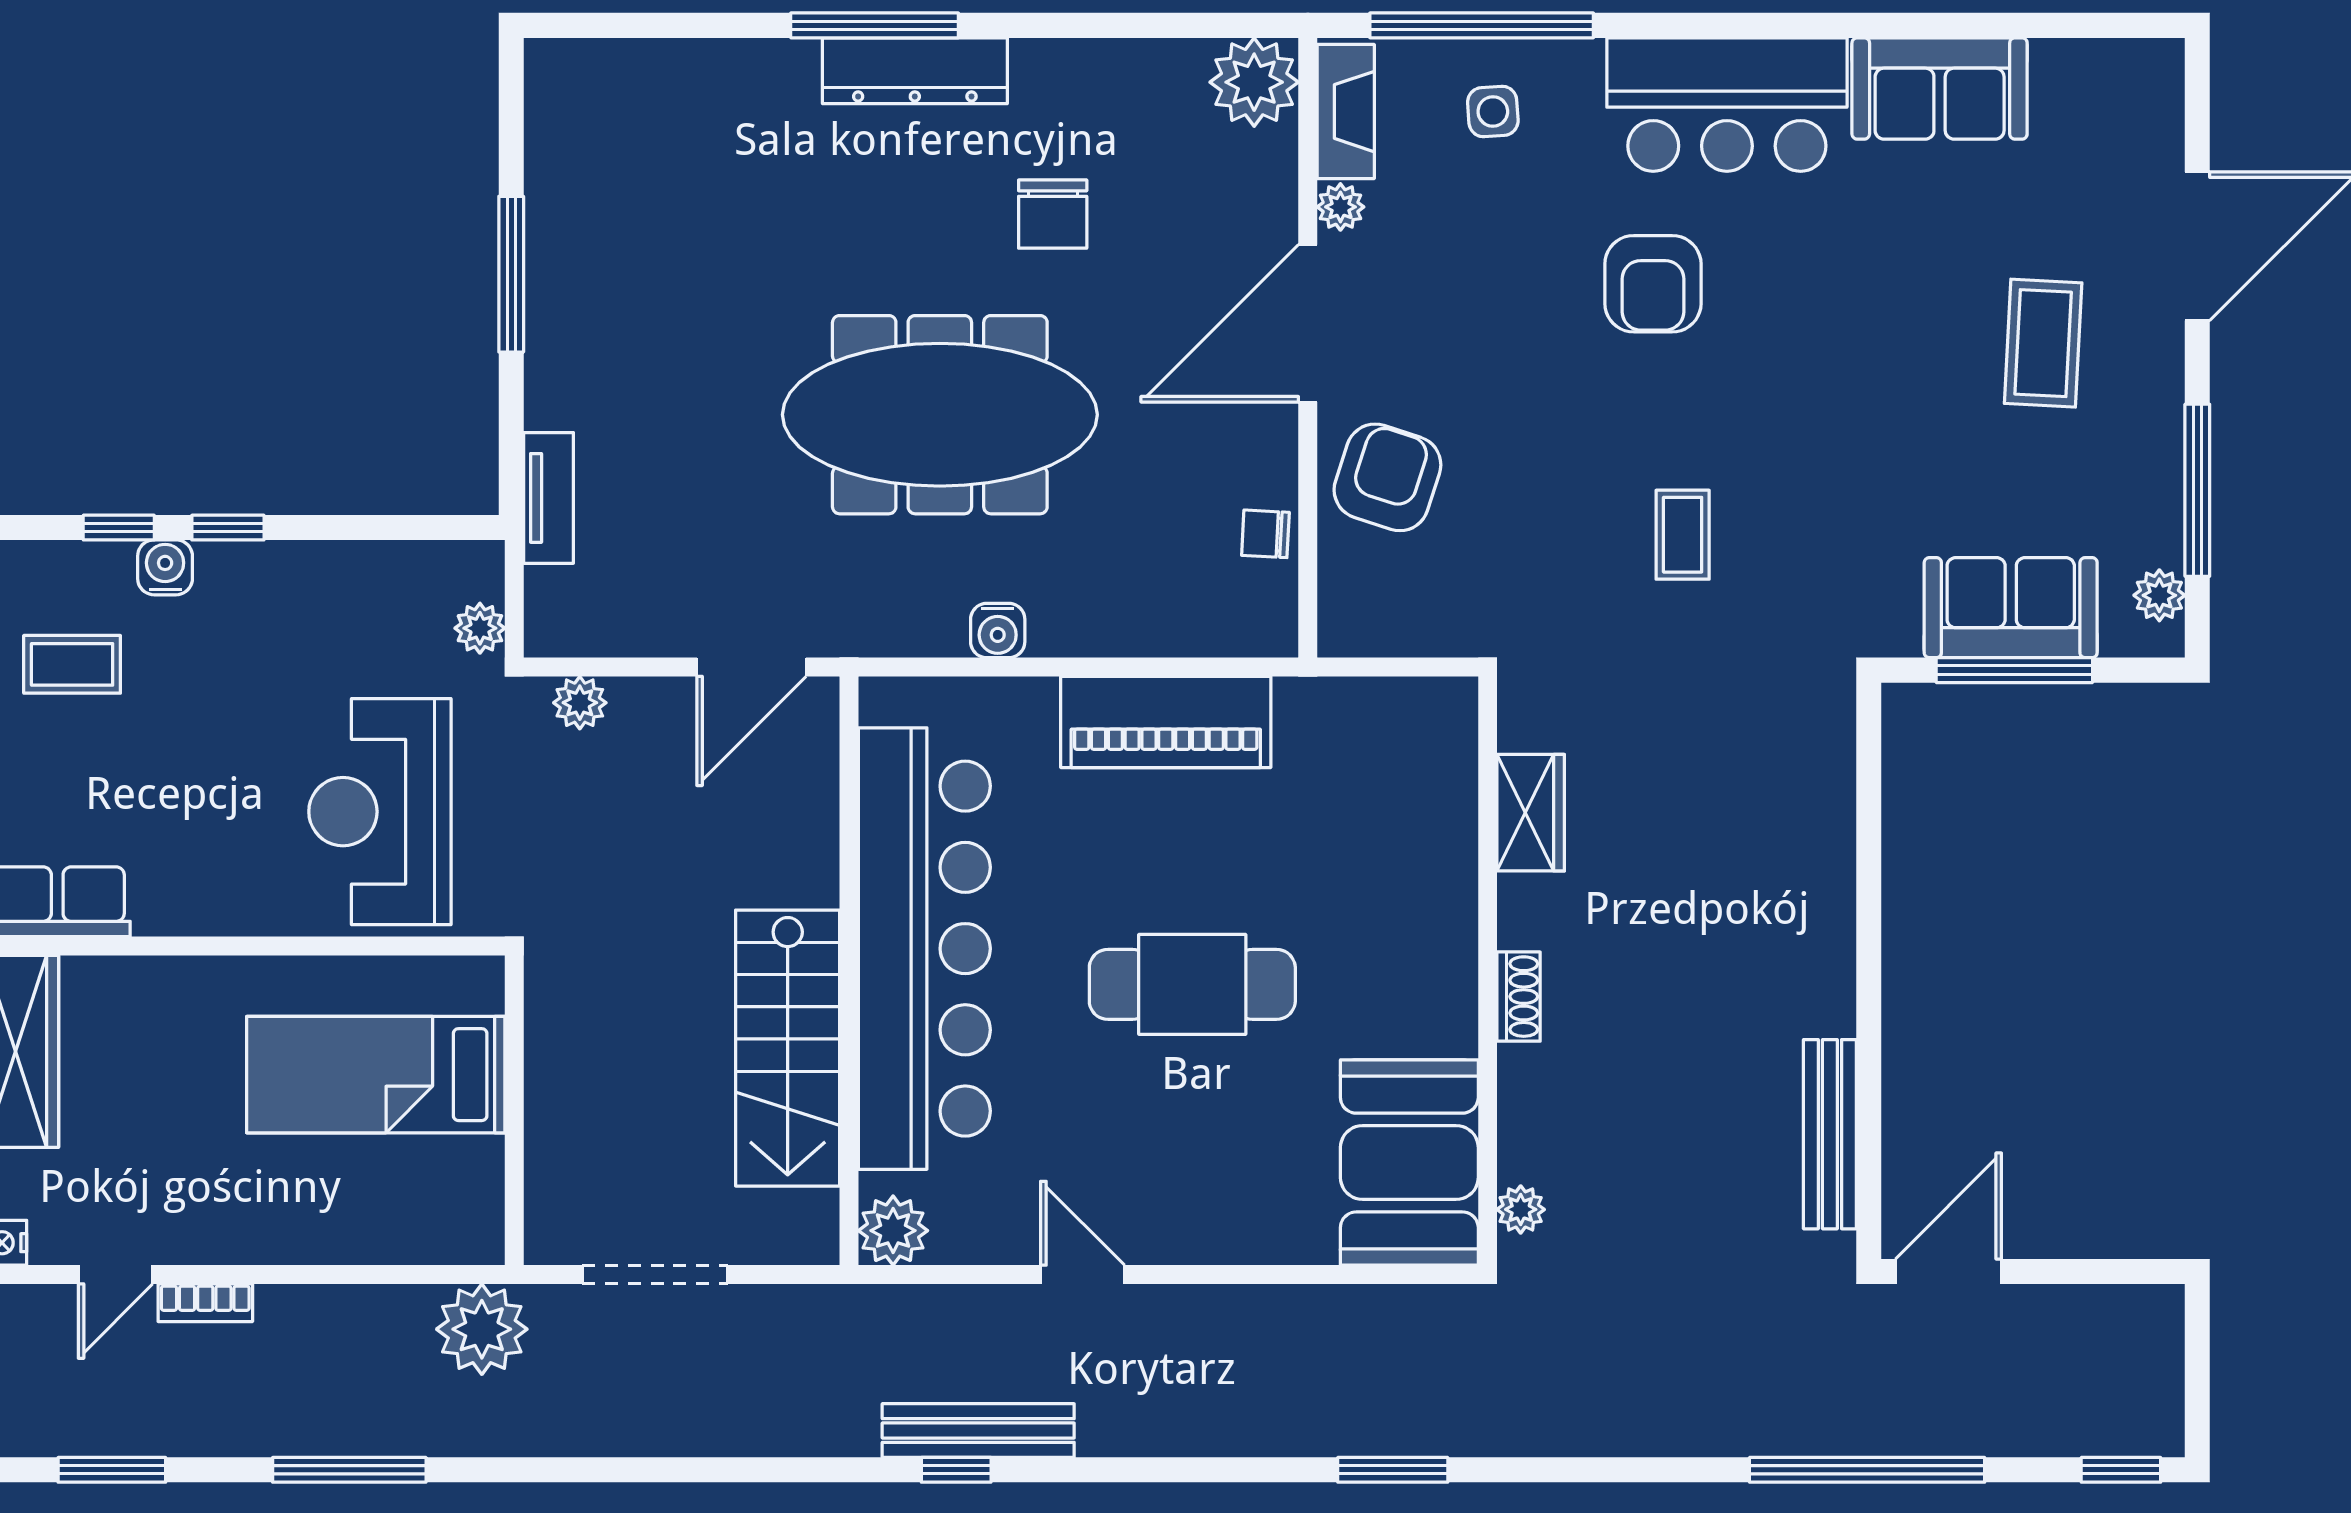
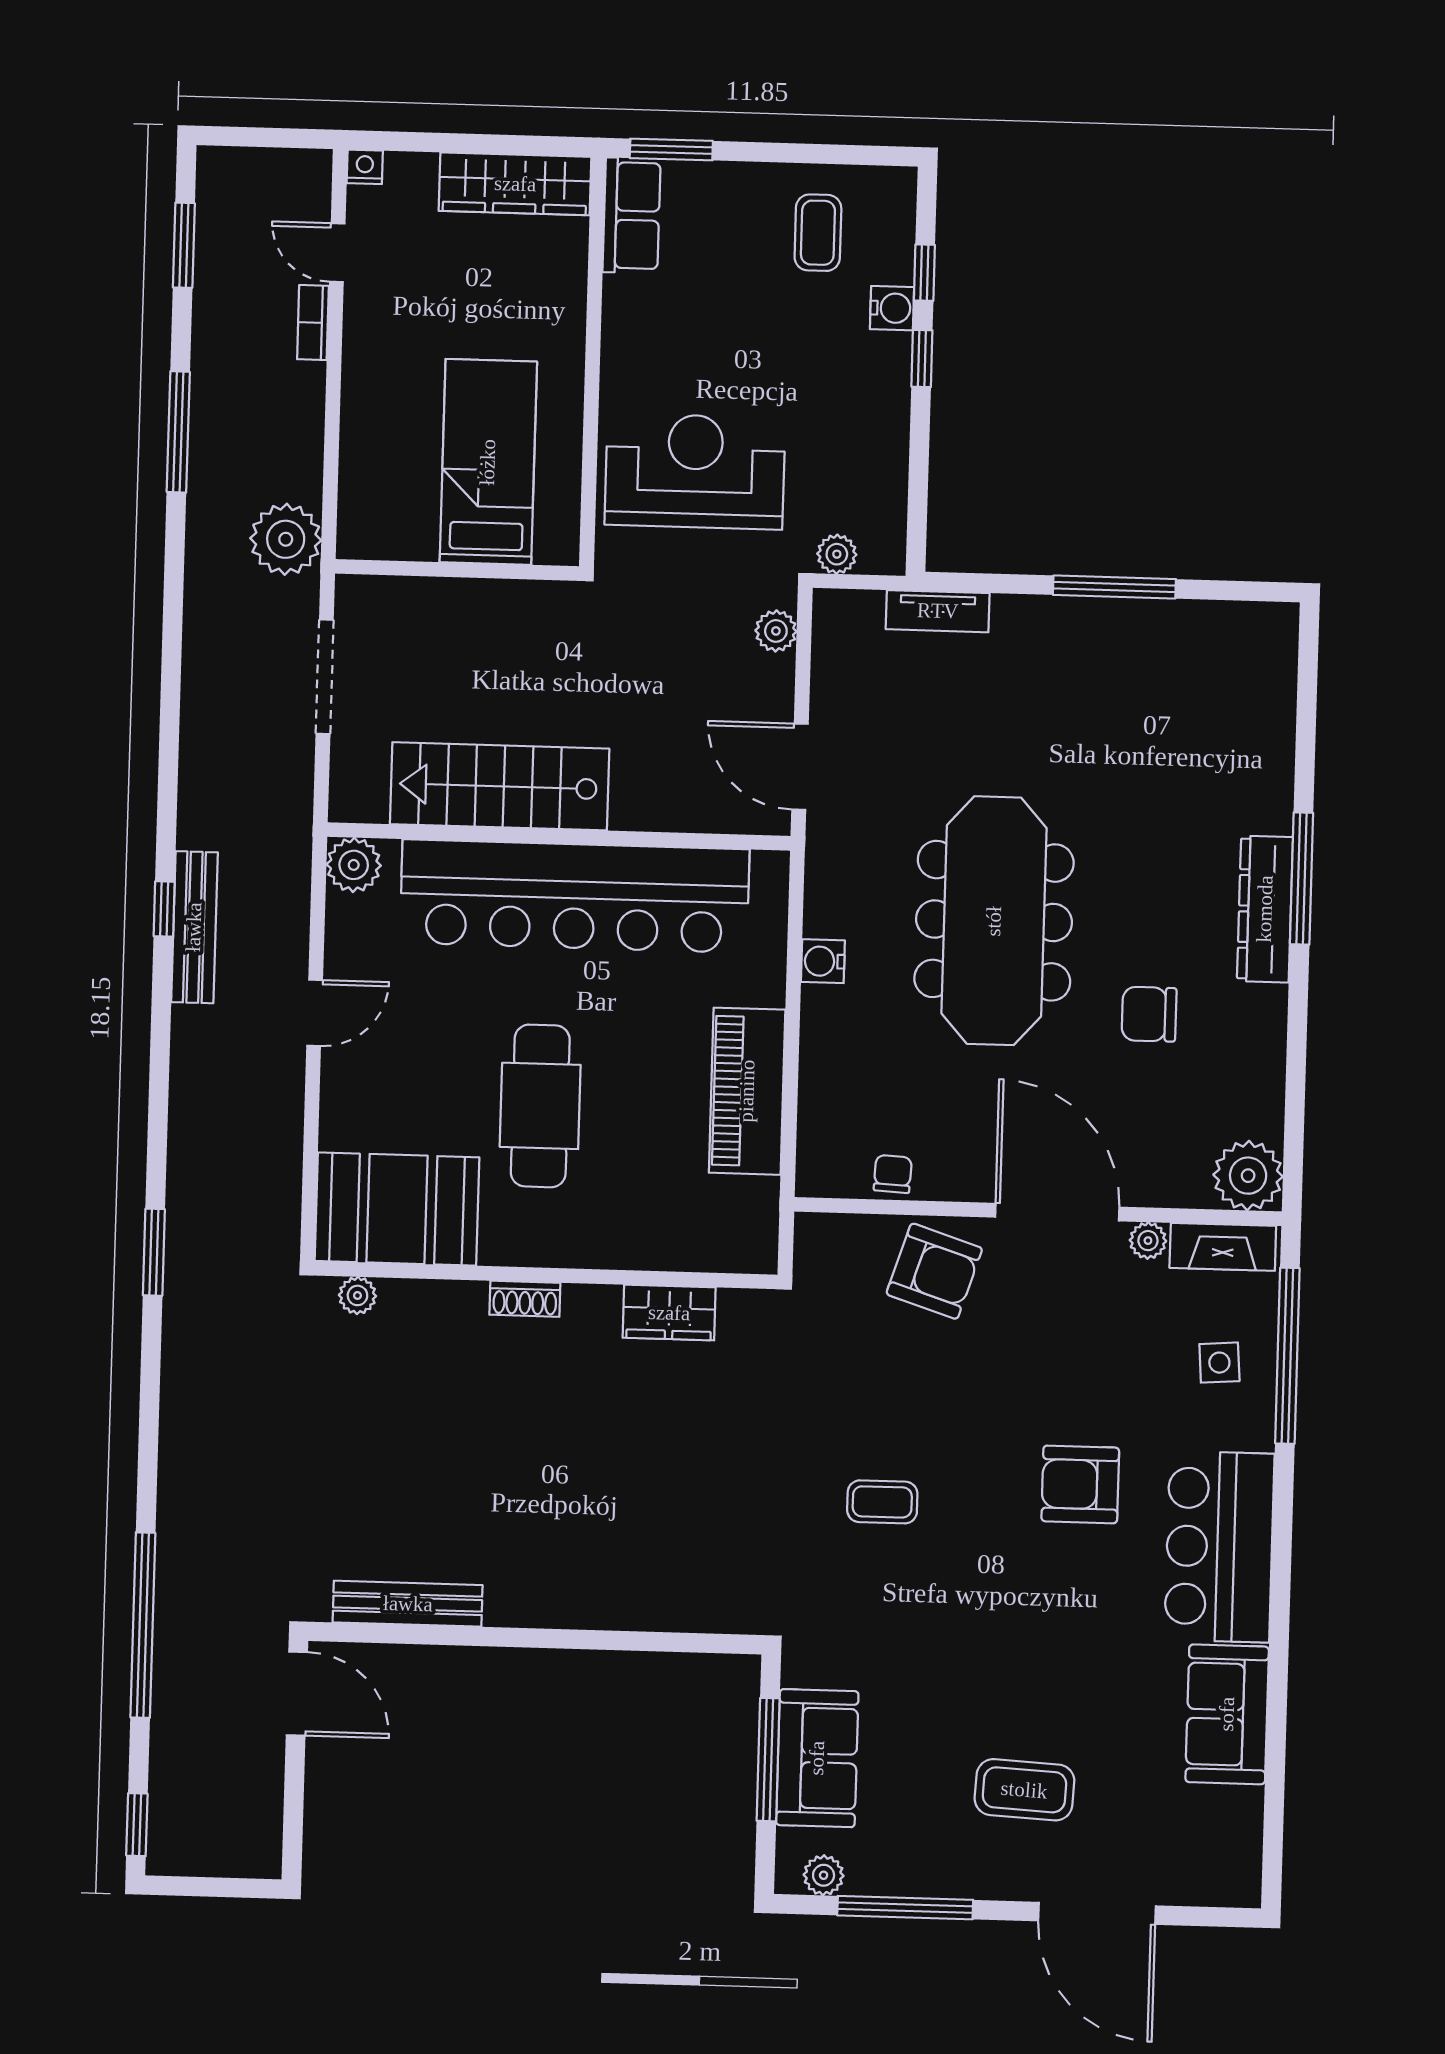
wardrobe: (1531, 813) -> (669, 1313), moved
wall: (1488, 971) -> (546, 1275), moved
shoe rack: (1519, 997) -> (525, 1299), moved
booth: (1409, 1163) -> (397, 1209), moved
plant: (1521, 1209) -> (357, 1295), moved

